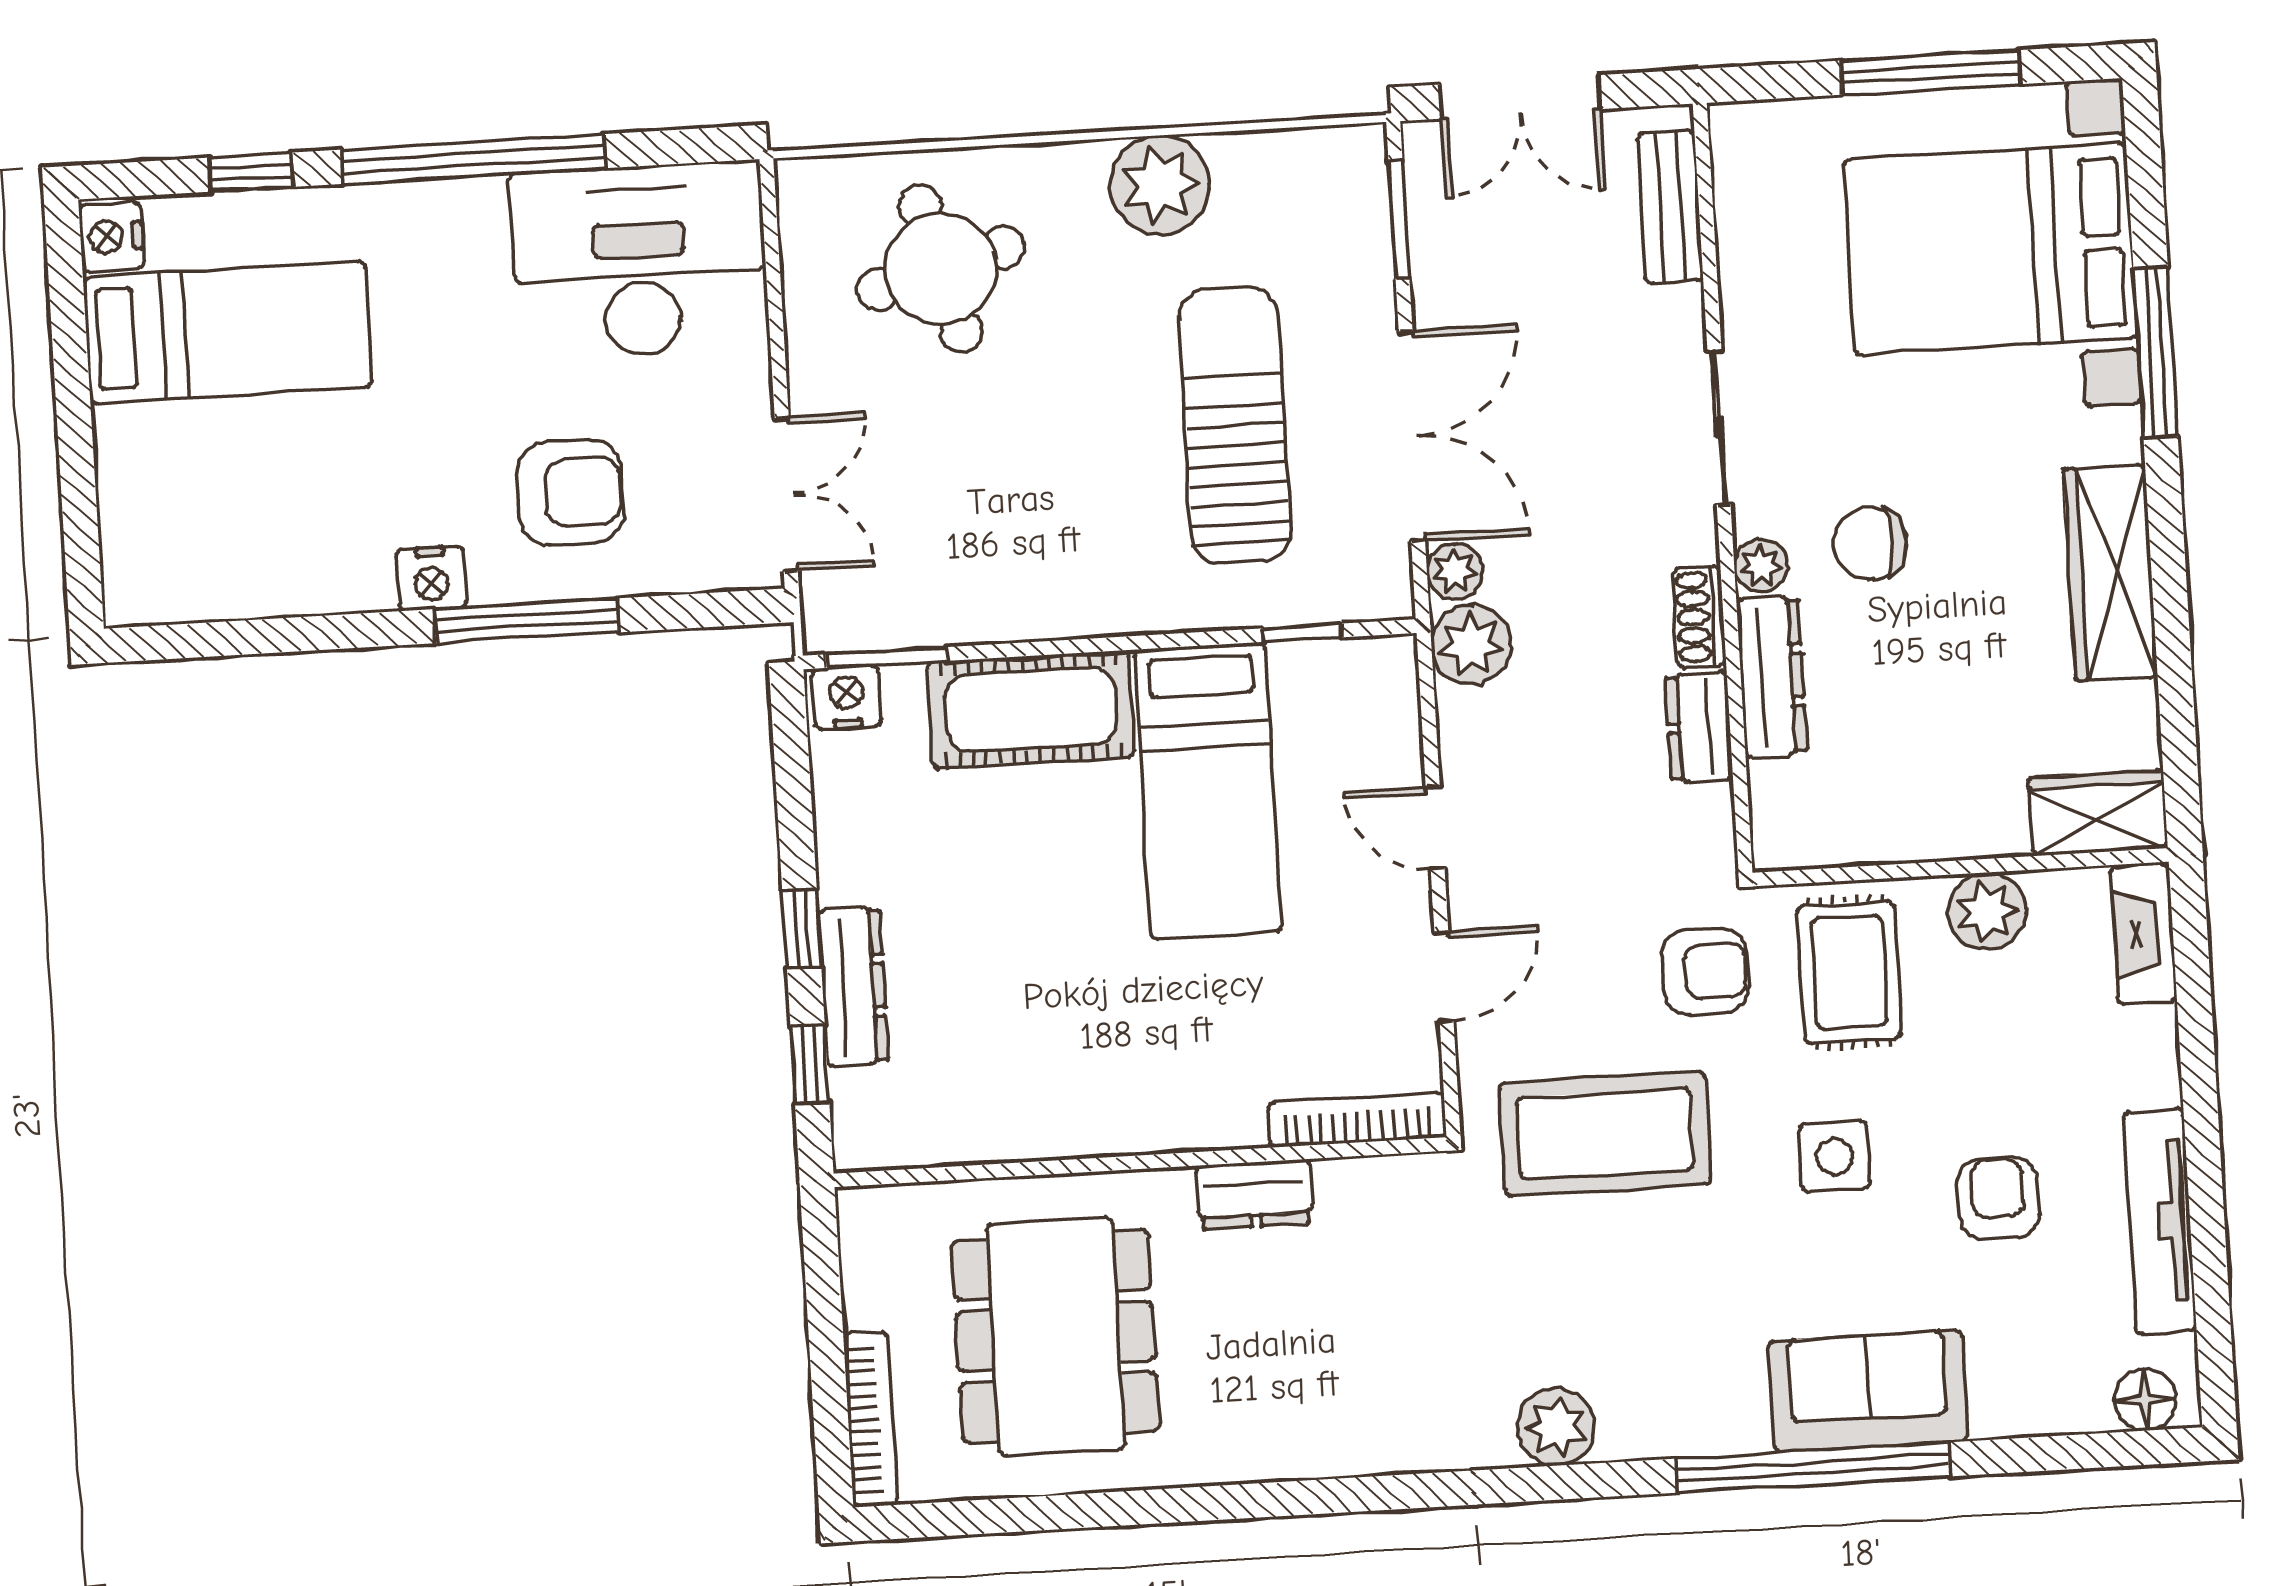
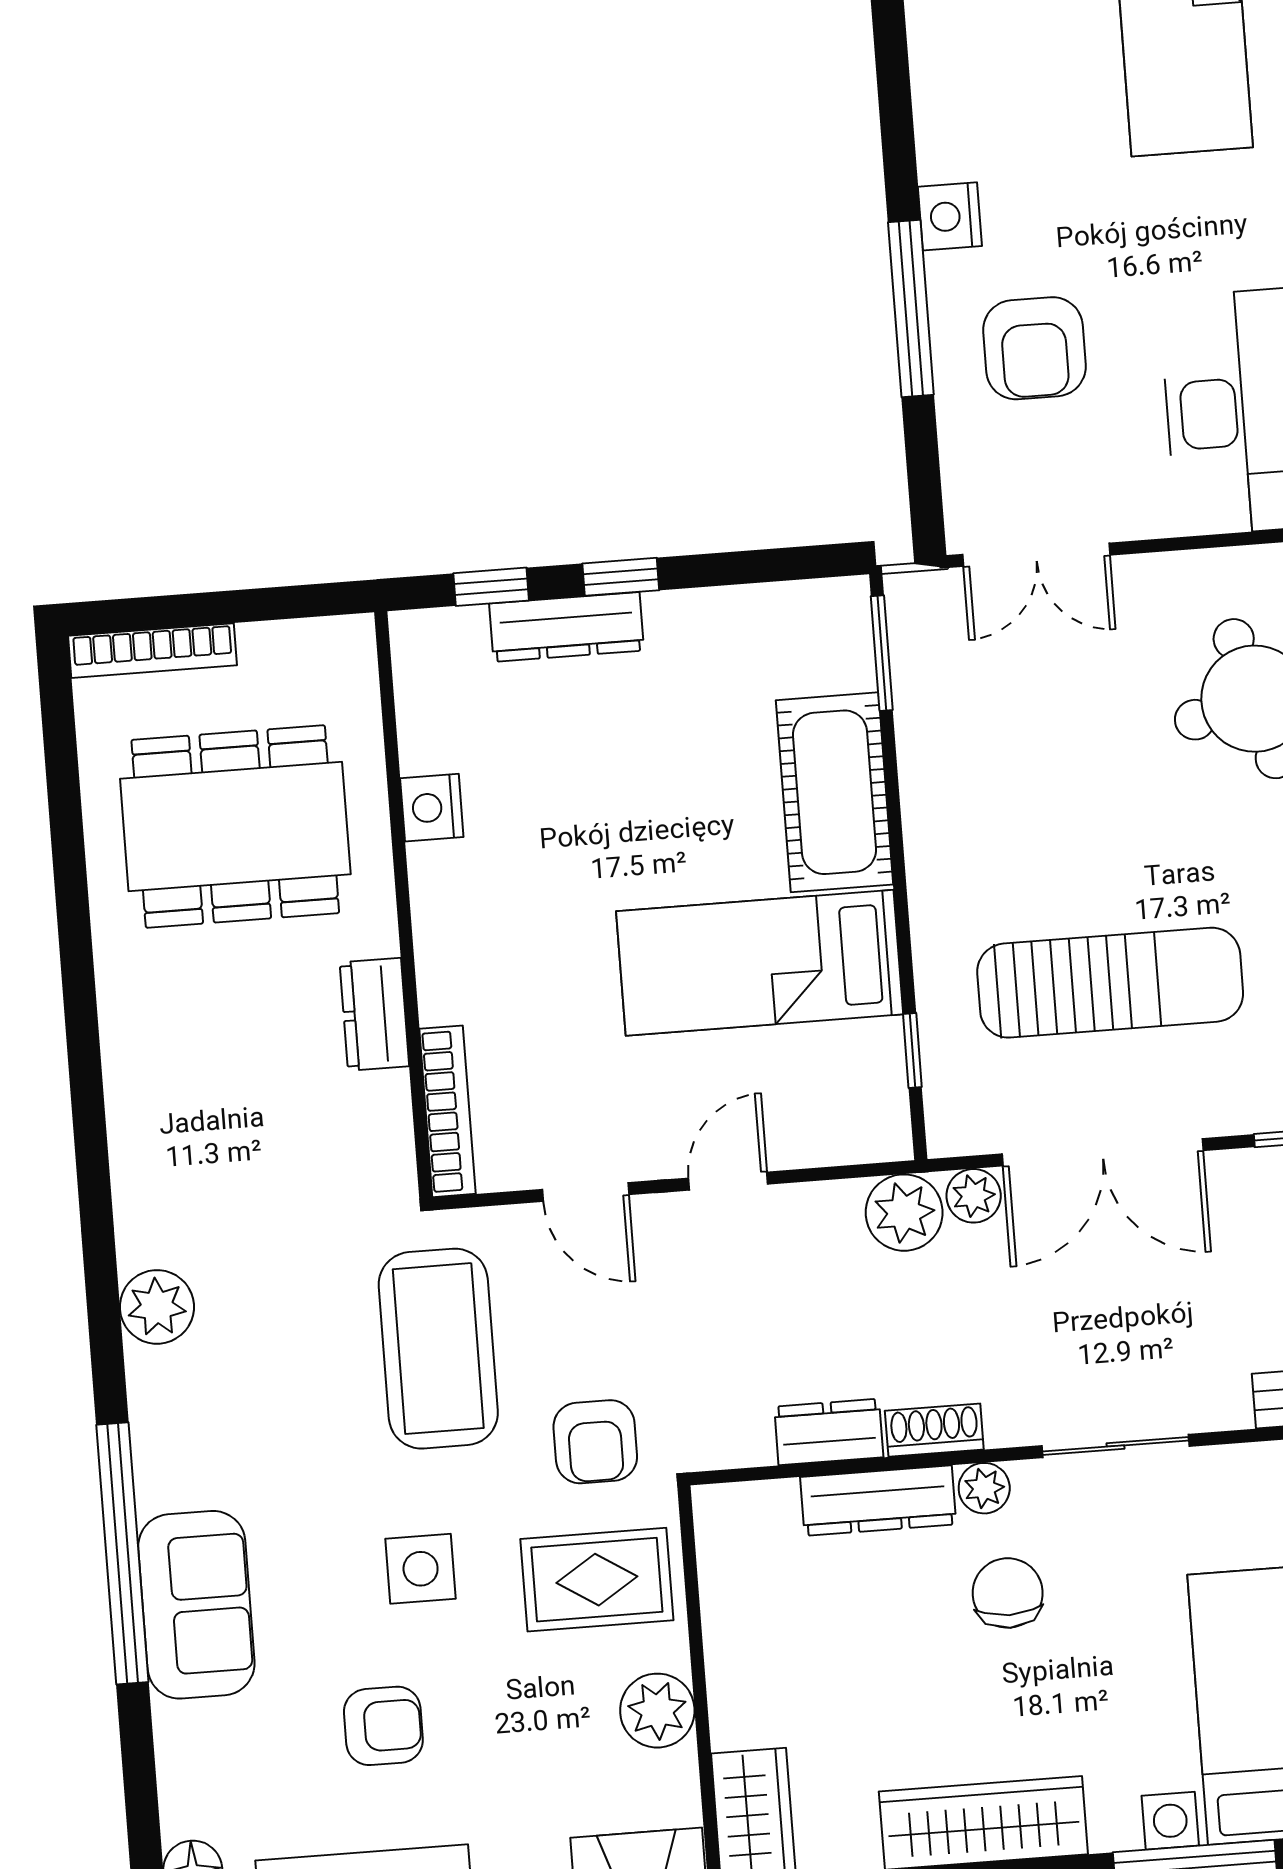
nightstand: (847, 697) -> (432, 808), moved, turned 180

